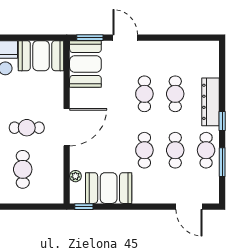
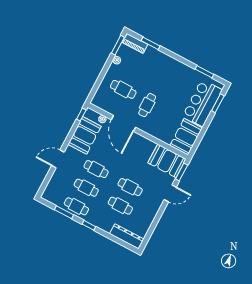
dresser: (211, 102) -> (127, 236), moved
door: (67, 127) -> (123, 123), moved
door: (189, 207) -> (58, 159), moved

